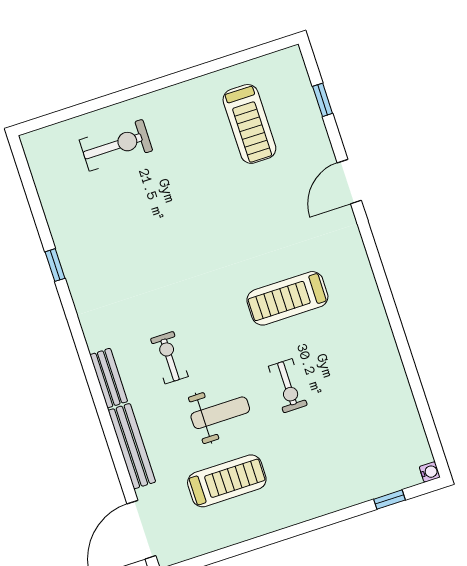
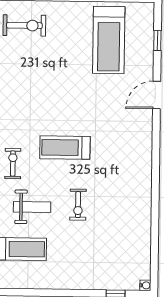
treadmill: (249, 124) -> (109, 40), width x1.37, depth x1.38
treadmill: (287, 298) -> (65, 148), moved

